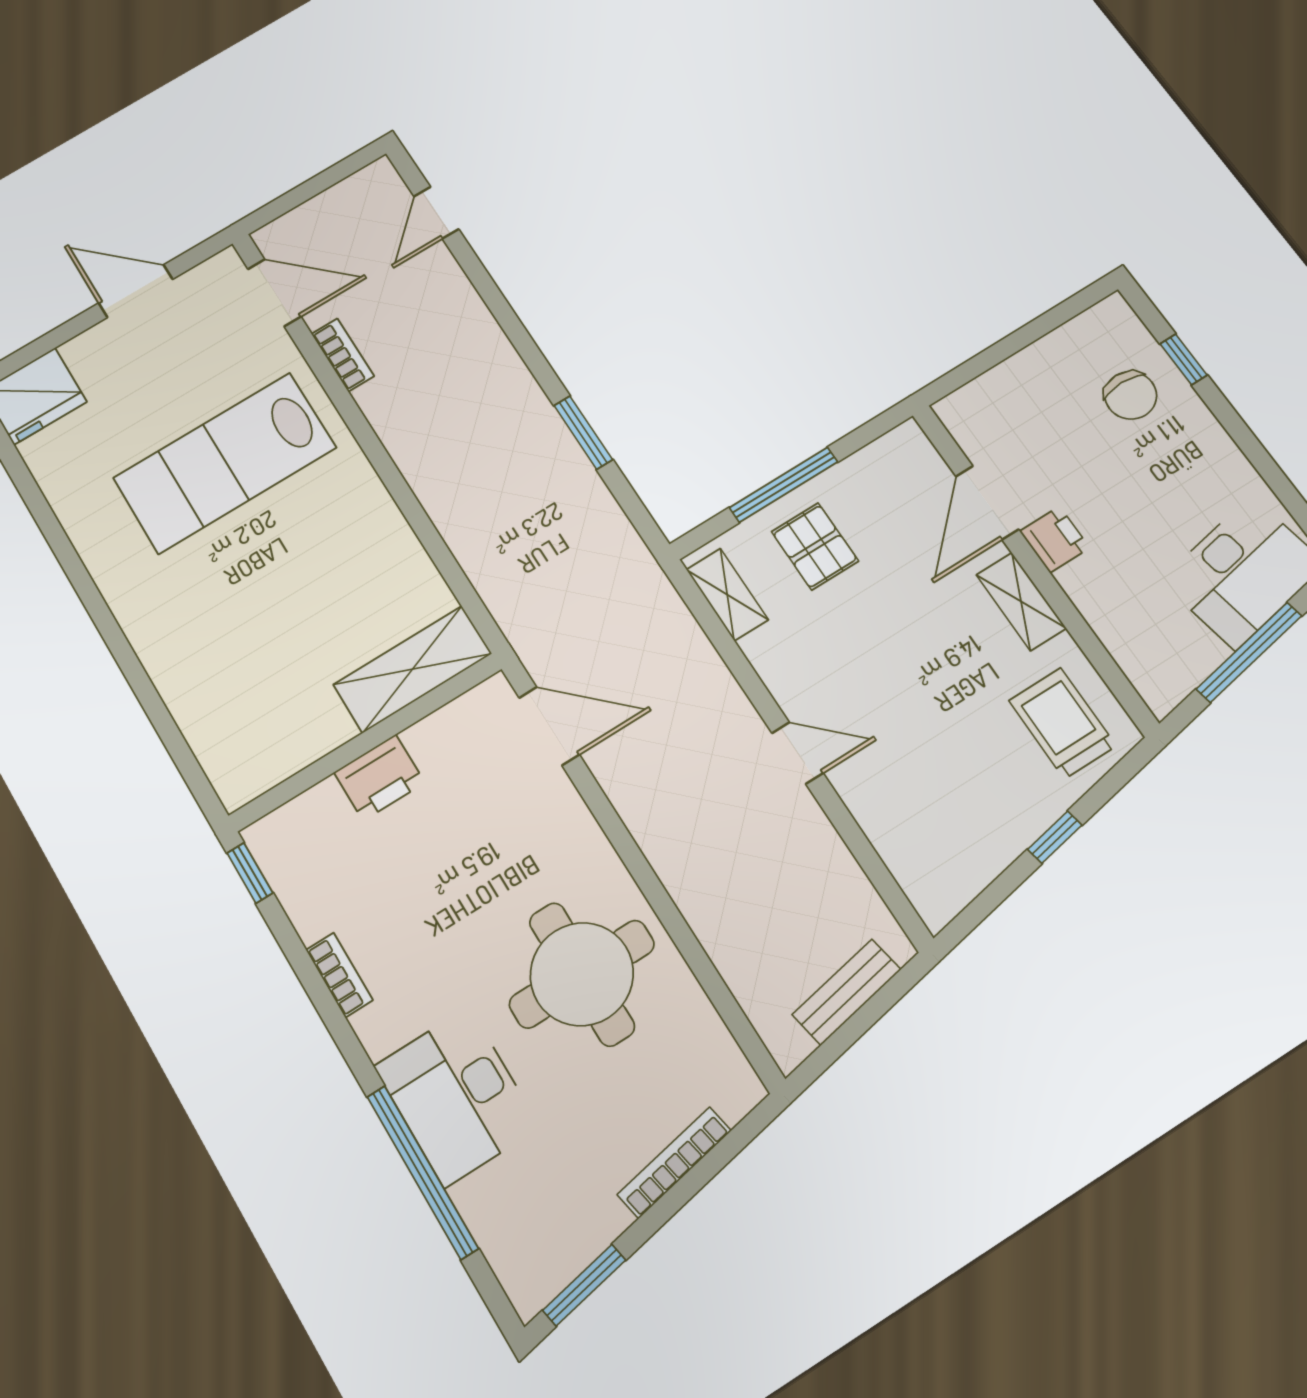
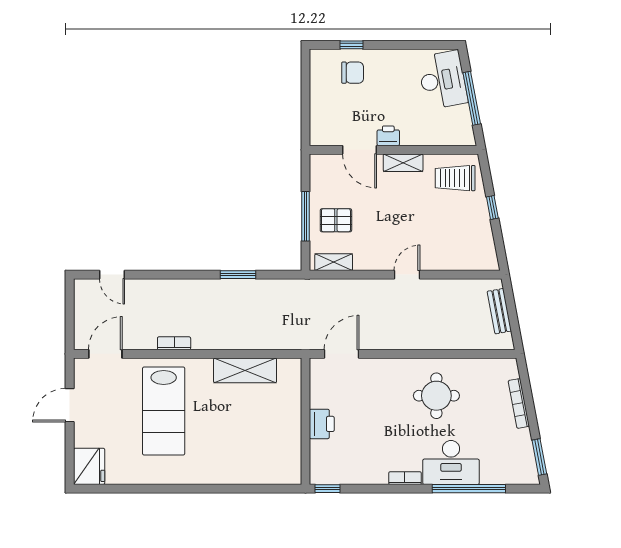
bookcase: (343, 355) -> (174, 343), moved
shelving: (412, 669) -> (245, 370), moved, turned 90
round table: (582, 974) -> (436, 396), width x0.73, depth x0.73
bookcase: (339, 975) -> (405, 478), moved

